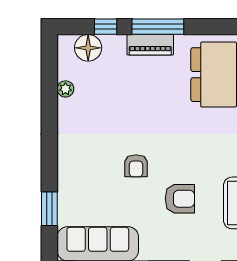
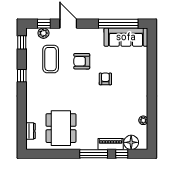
piano: (150, 45) -> (111, 144), moved
window: (49, 209) -> (152, 56), removed

